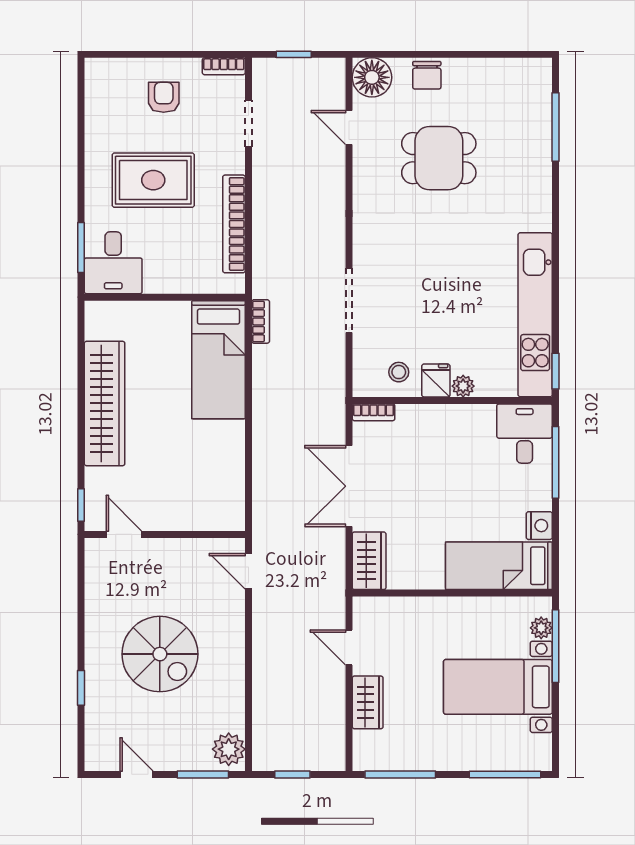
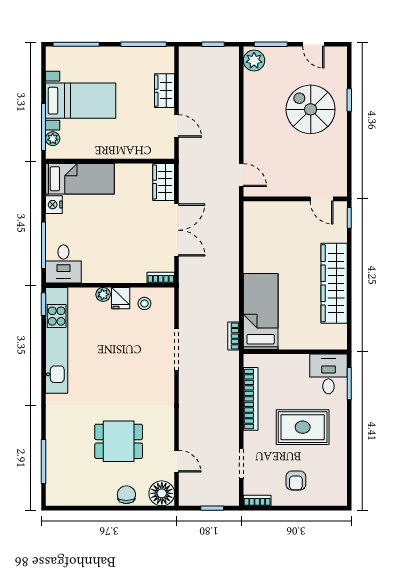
spiral stairs: (160, 654) -> (311, 109), moved

